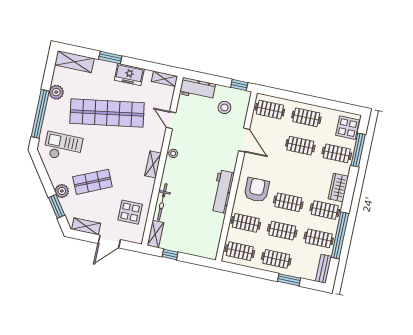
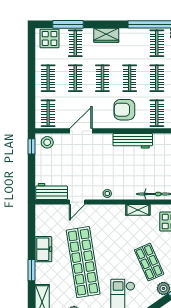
shelving: (165, 79) -> (40, 216), removed
workbench: (197, 89) -> (52, 191), moved, turned -90
stool: (224, 107) -> (47, 142), moved
shelving: (153, 164) -> (138, 210), moved
clothes rail: (325, 210) -> (102, 78), moved

